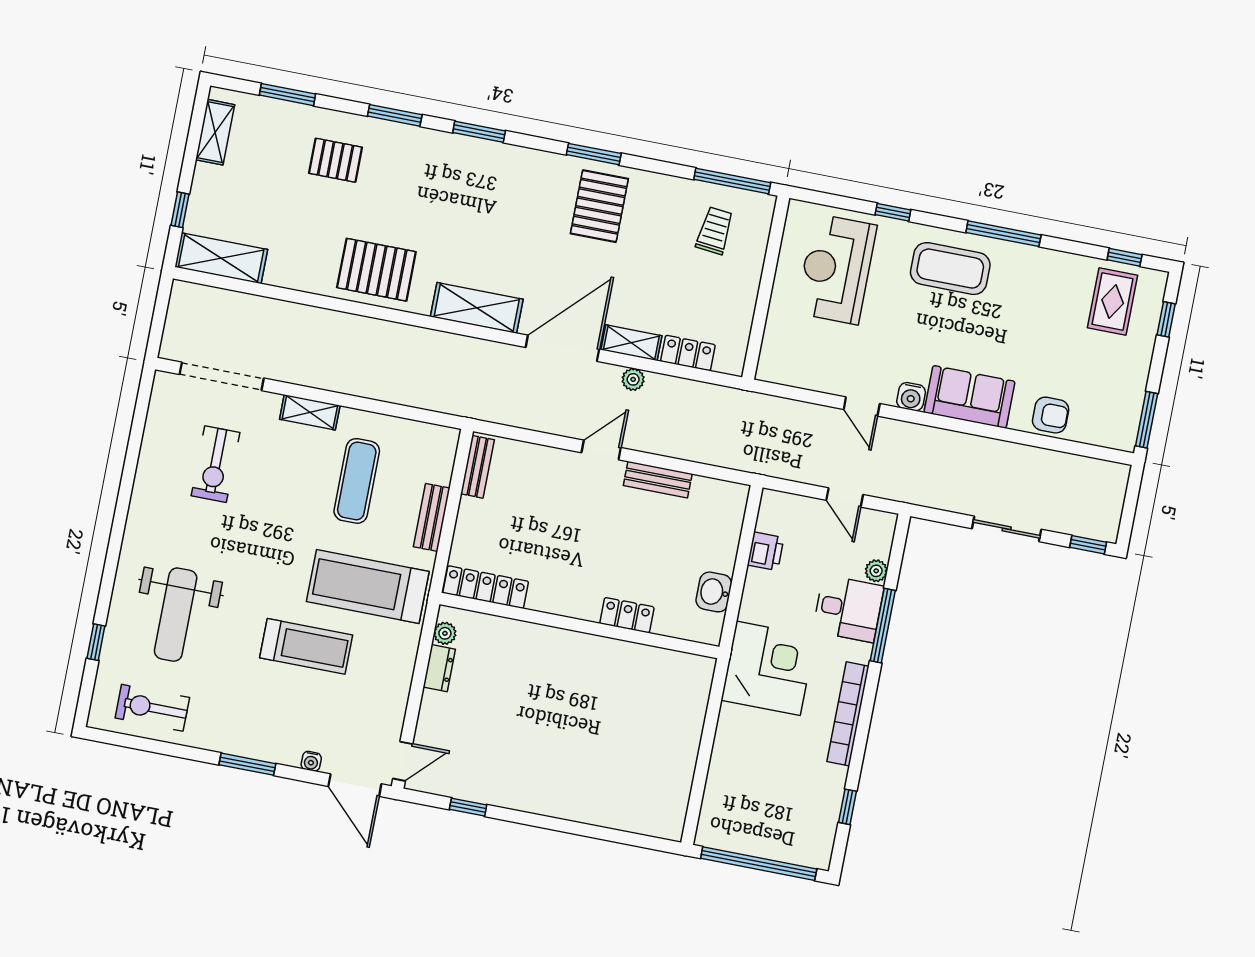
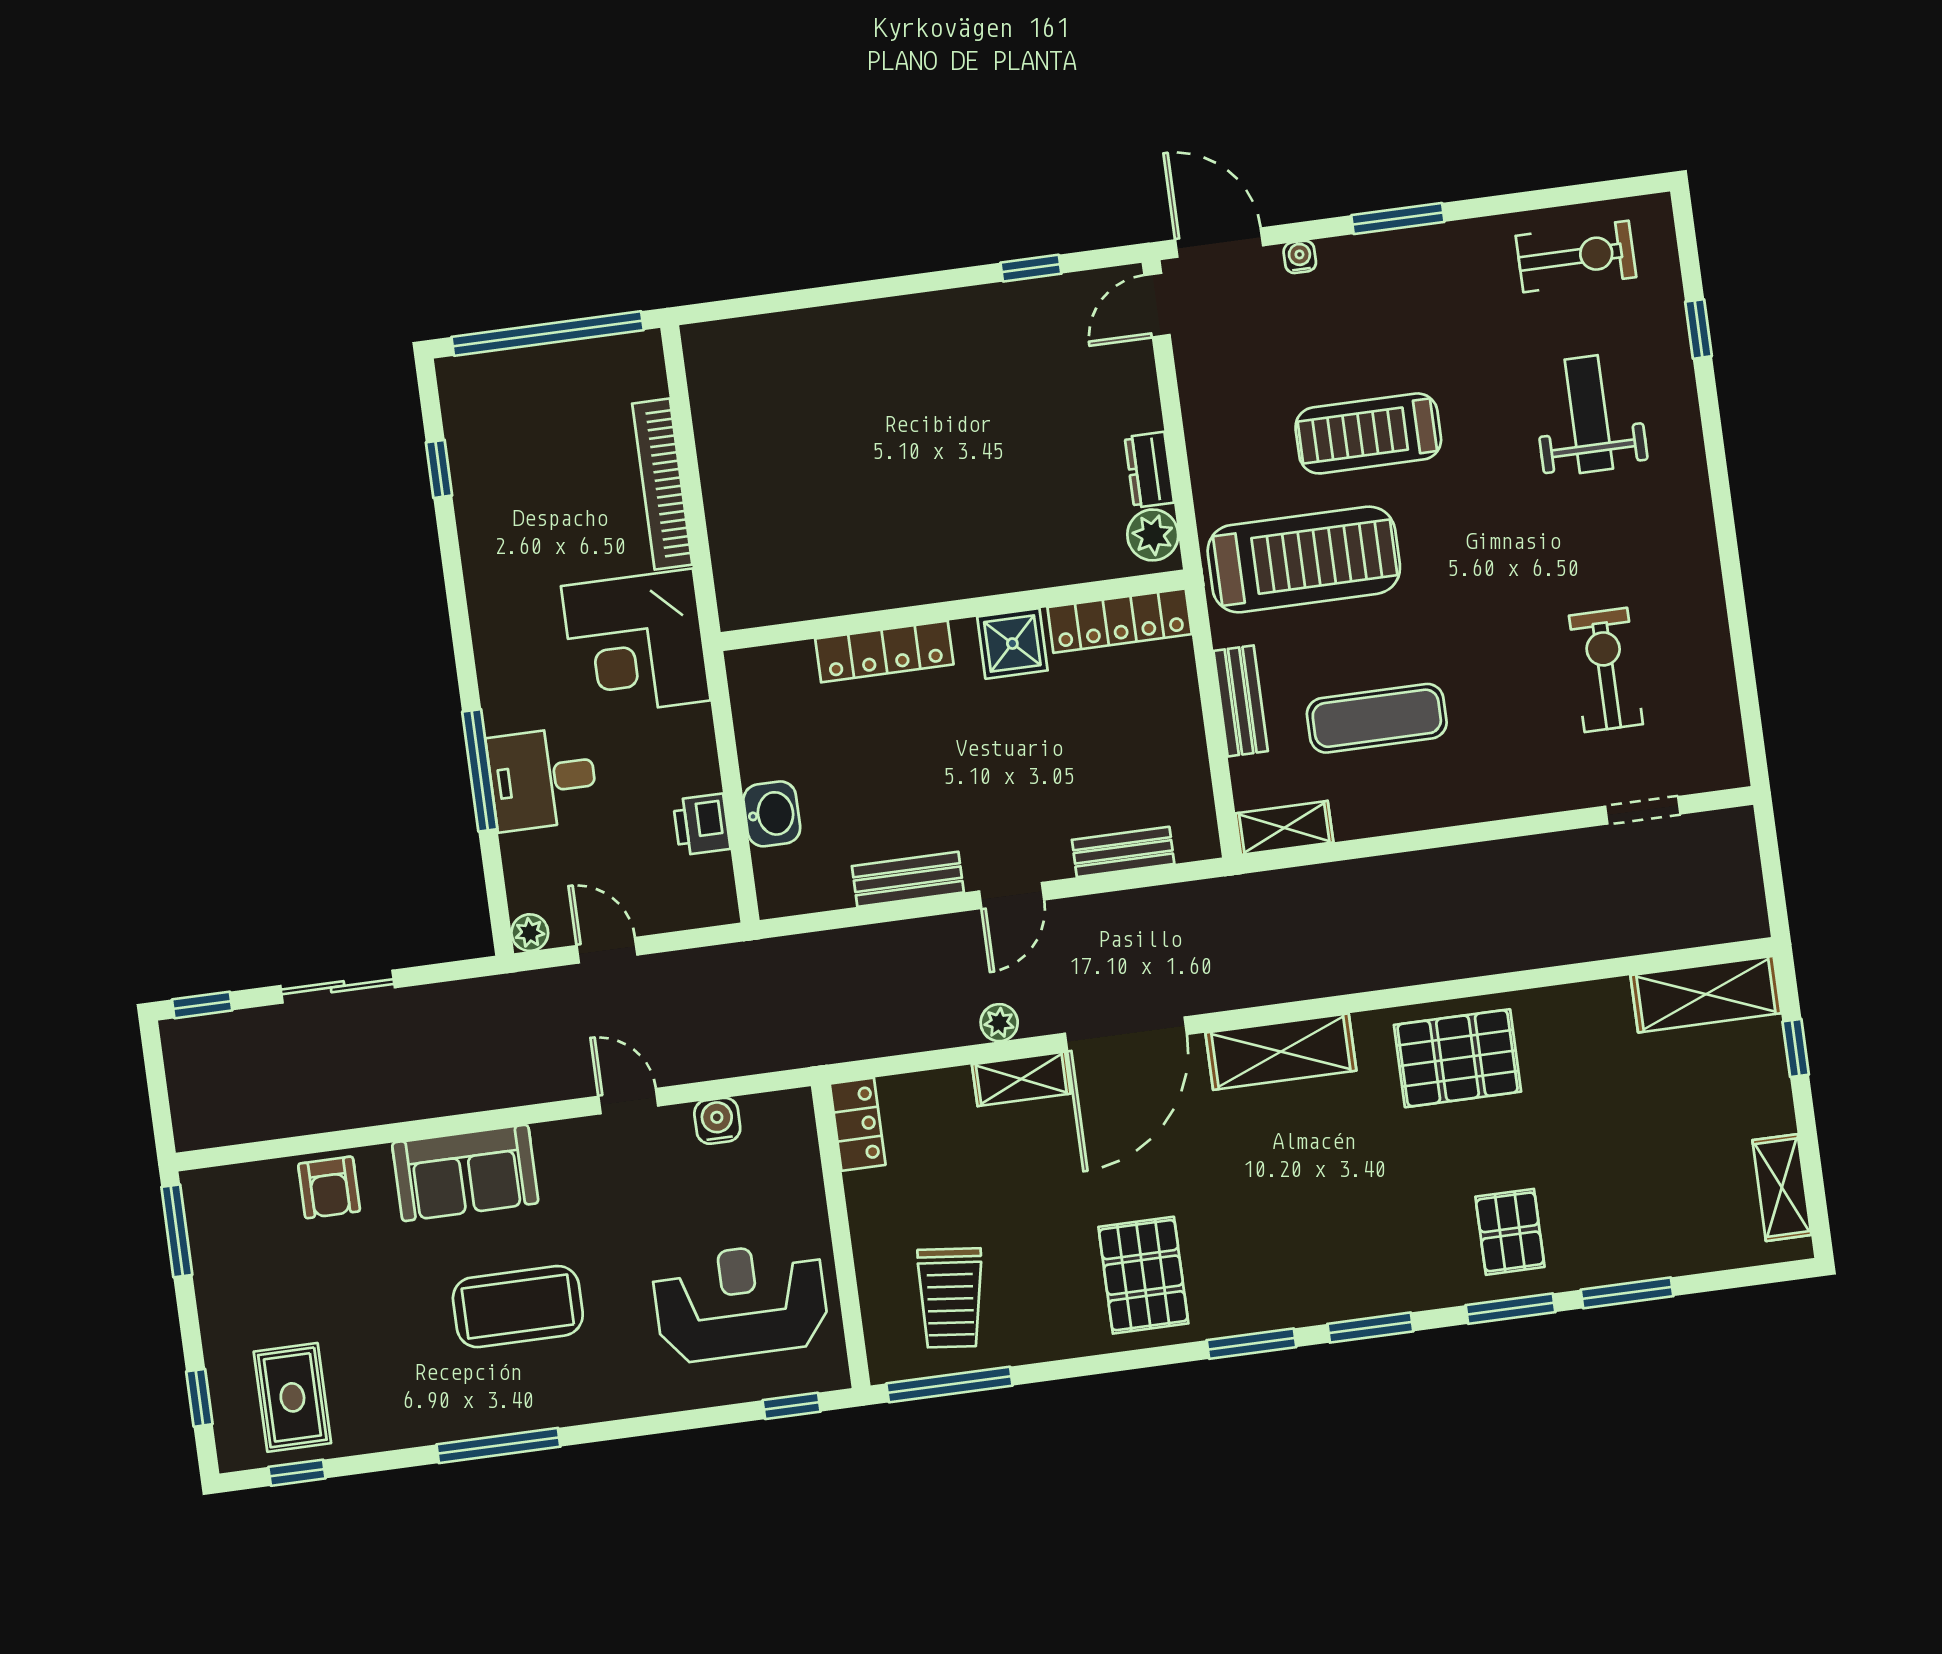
window: (288, 95) -> (1627, 1293), moved
window: (594, 154) -> (1251, 1344), moved
pallet: (335, 160) -> (1510, 1232), moved, turned 90
window: (893, 212) -> (792, 1406), moved
trolley: (715, 231) -> (950, 1298), width x1.36, depth x1.39
reception desk: (836, 269) -> (741, 1302), turned -90
coffee table: (950, 269) -> (518, 1307), moved
locker: (688, 353) -> (858, 1124), moved, turned -90
doorway: (222, 376) -> (1643, 810), width x0.53
water cooler: (911, 397) -> (717, 1121), moved
shelving: (310, 412) -> (1284, 828), moved
armchair: (1051, 415) -> (329, 1187), turned -90
bench: (477, 467) -> (1123, 852), moved, turned 90
exercise mat: (357, 481) -> (1377, 718), turned 90
plant: (876, 571) -> (530, 933), moved
washbasin: (714, 592) -> (772, 814), moved
shower: (552, 595) -> (1012, 644), added
weight bench: (176, 615) -> (1589, 414), width x0.73, depth x0.75
locker: (627, 615) -> (884, 652), width x1.53
plant: (445, 633) -> (1153, 535), width x1.38, depth x1.38
bookcase: (848, 714) -> (662, 484), moved, turned 180

